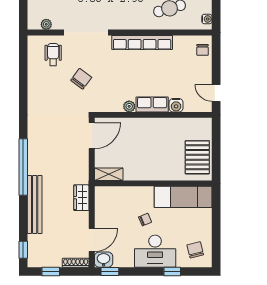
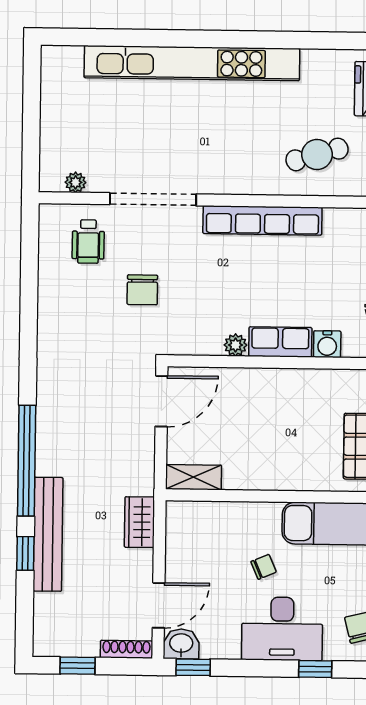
wheelchair: (53, 55) -> (88, 242), turned 180
chair: (81, 79) -> (142, 290), turned 143
window: (23, 250) -> (25, 553), moved

